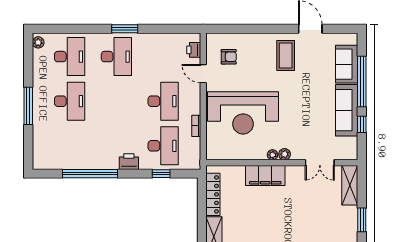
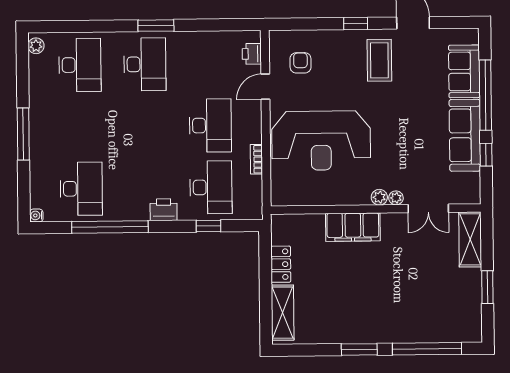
window: (269, 29) -> (356, 23), added
armchair: (229, 57) -> (300, 63), turned -90
door: (203, 74) -> (265, 87), hinge flipped
desk: (70, 101) -> (81, 189), moved
plant: (273, 155) -> (396, 198), moved
water cooler: (37, 165) -> (36, 215), added
locker: (213, 194) -> (281, 264), width x0.66

